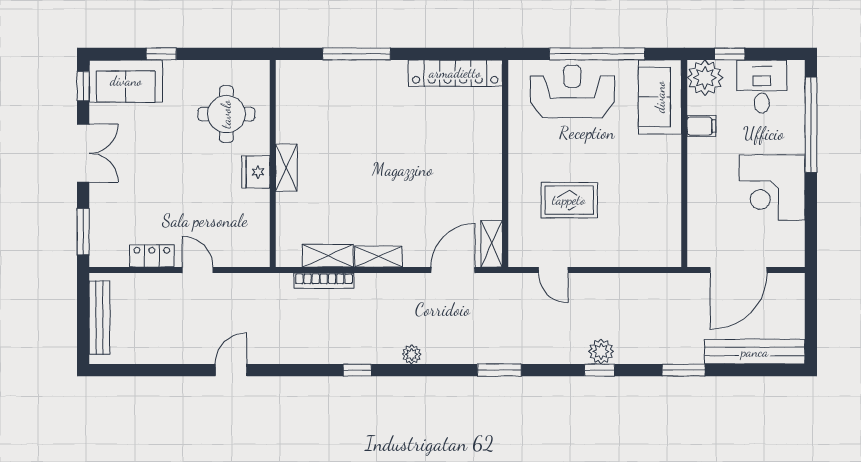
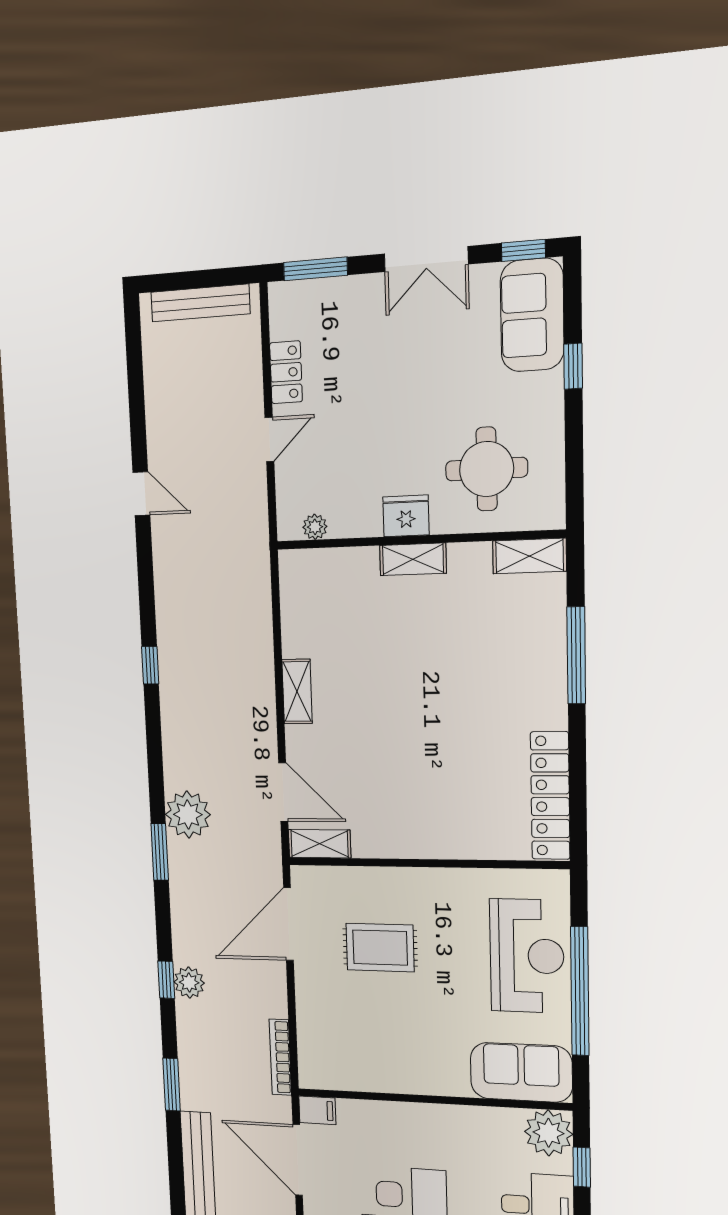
filing cabinet: (701, 126) -> (317, 1110), moved, turned -90
rug: (569, 200) -> (380, 948), turned 90
plant: (261, 239) -> (315, 527), added
shelving: (328, 256) -> (529, 556), moved, turned 90
door: (553, 270) -> (288, 924), width x1.87
bookcase: (324, 281) -> (280, 1057), moved
plant: (412, 354) -> (188, 815), moved, width x1.88, depth x1.88

